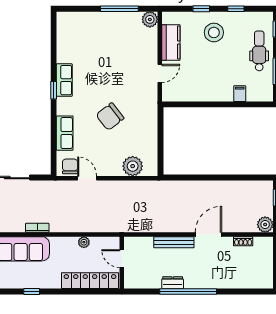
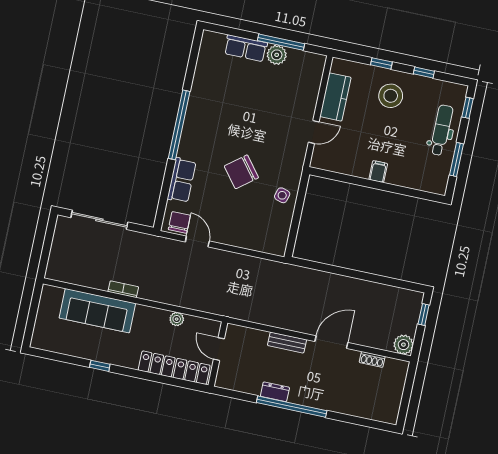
plant: (150, 19) -> (277, 55), moved
row of seats: (64, 80) -> (246, 48), moved, turned 90
window: (54, 90) -> (179, 125), width x3.17
filing cabinet: (240, 94) -> (378, 172), moved
side table: (146, 128) -> (282, 195), added
plant: (133, 166) -> (256, 238), removed
bench: (174, 242) -> (287, 343), width x0.73

